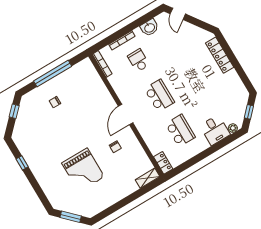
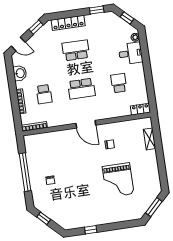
window: (202, 25) -> (36, 27), added
school desk: (138, 60) -> (44, 94), turned -90
school desk: (195, 74) -> (76, 50), added
window: (244, 78) -> (97, 10), added
school desk: (159, 96) -> (81, 89), turned 180
school desk: (180, 131) -> (119, 83), width x0.54
grand piano: (83, 170) -> (118, 180), turned 90
shelving: (148, 178) -> (150, 139), moved

